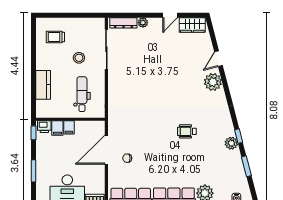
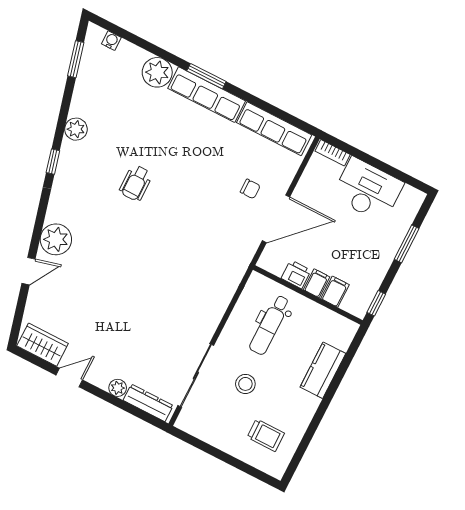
printer: (44, 127) -> (296, 274), moved
wheelchair: (187, 131) -> (136, 183), turned 90
window: (239, 136) -> (53, 162), moved
window: (246, 166) -> (76, 59), moved

